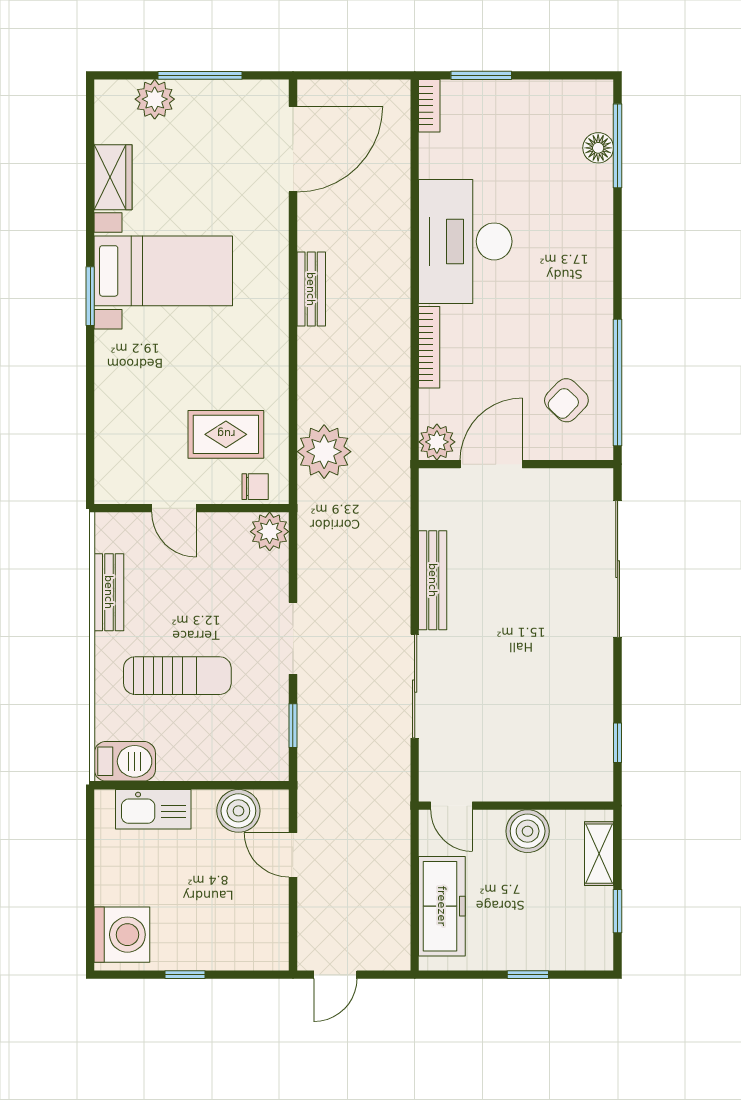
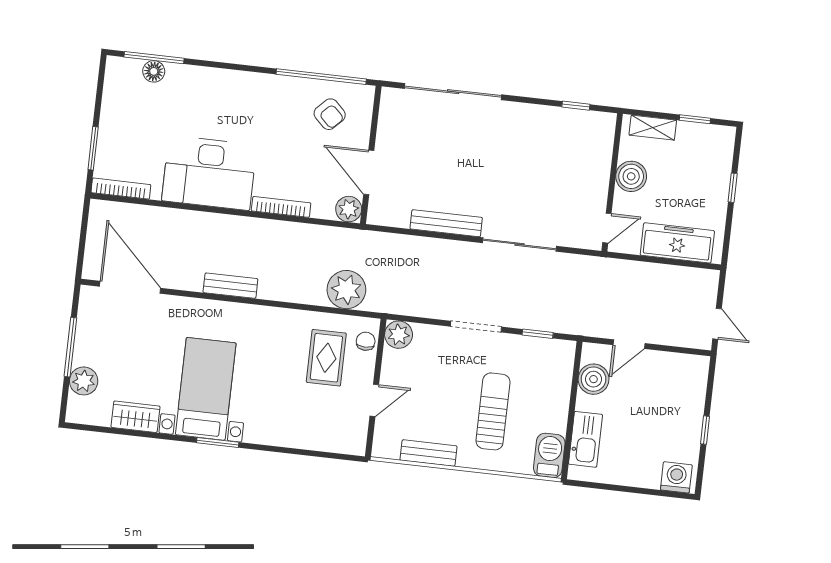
bookcase: (429, 106) -> (121, 189), width x1.56
washing machine: (122, 935) -> (676, 477), width x0.73, depth x0.73

